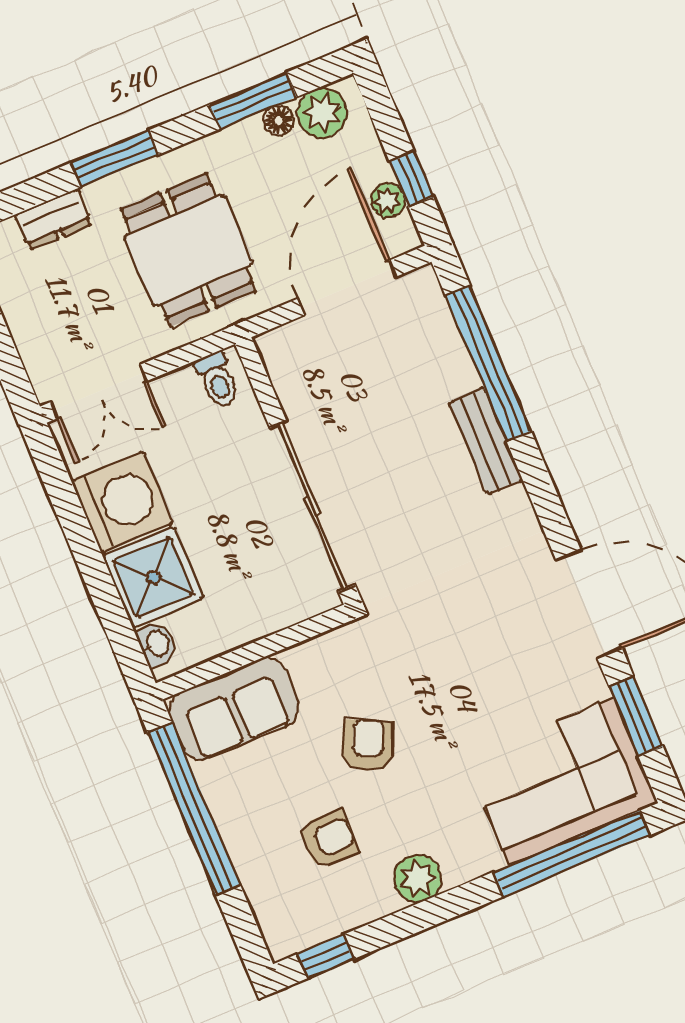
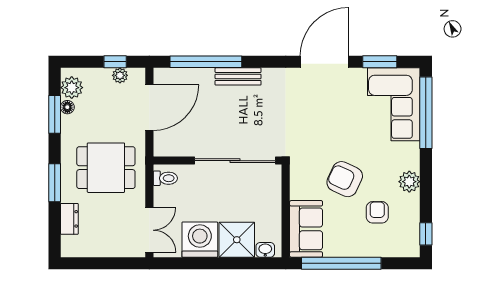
door: (347, 288) -> (149, 108), swing flipped
armchair: (368, 745) -> (345, 179), width x1.38, depth x1.38

